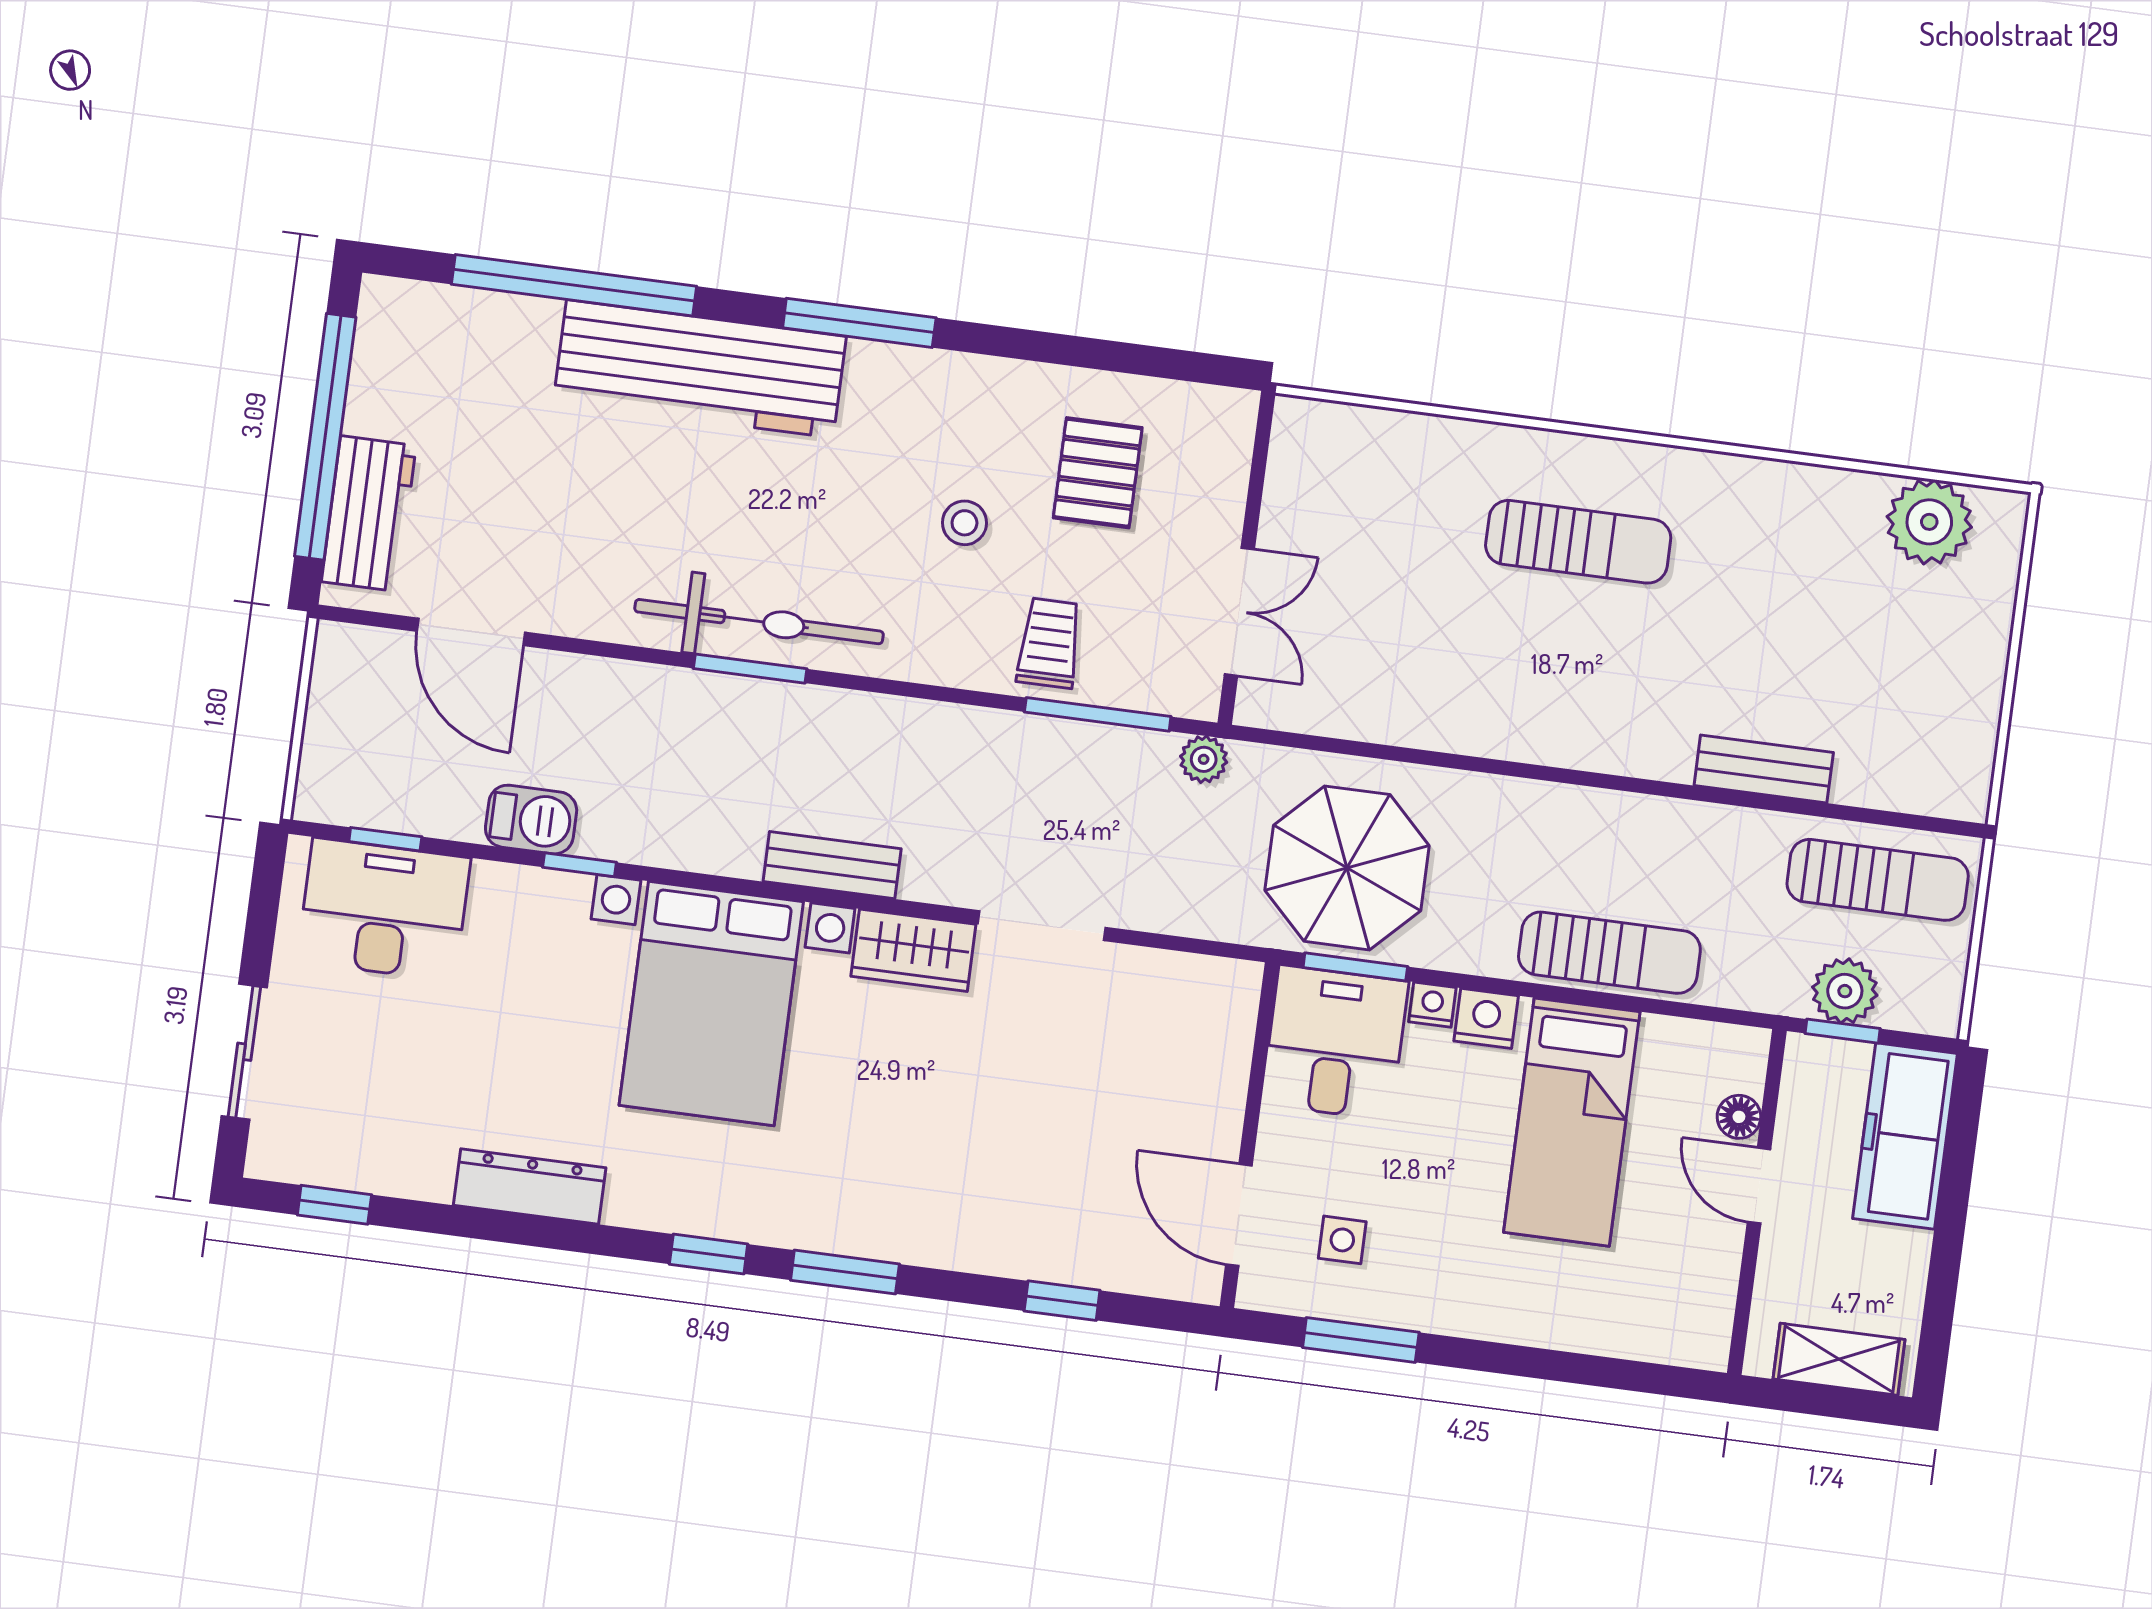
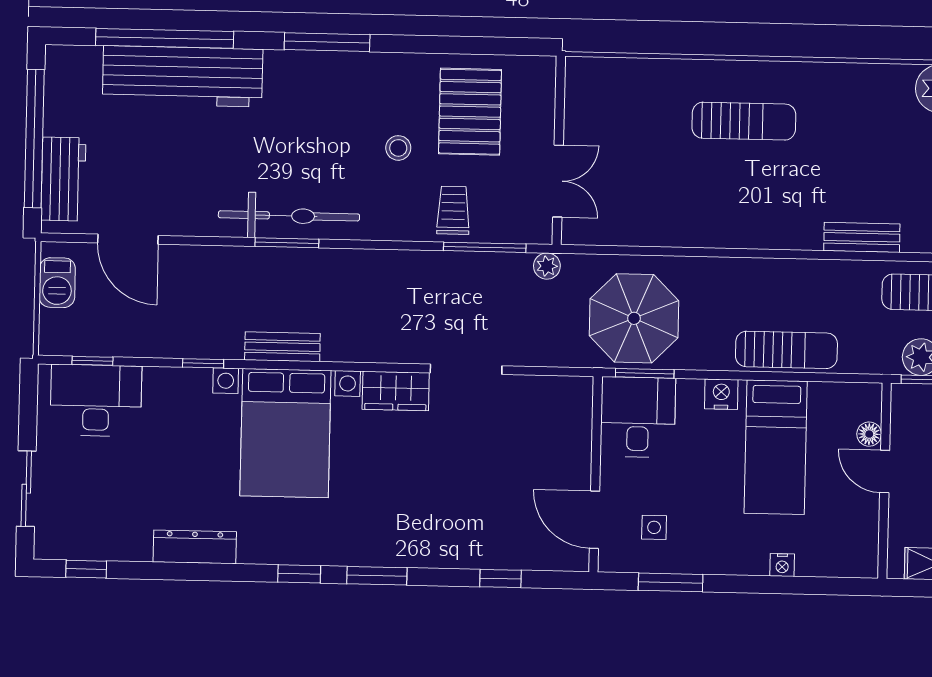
workbench: (700, 369) -> (183, 76), moved
pallet: (1098, 473) -> (470, 112), width x1.50, depth x1.42
barbecue: (531, 820) -> (57, 283), moved, turned 90
bench: (832, 865) -> (282, 347), moved
nightstand: (1432, 1005) -> (782, 565), moved, turned 180

